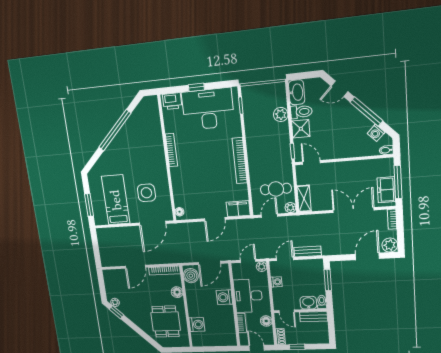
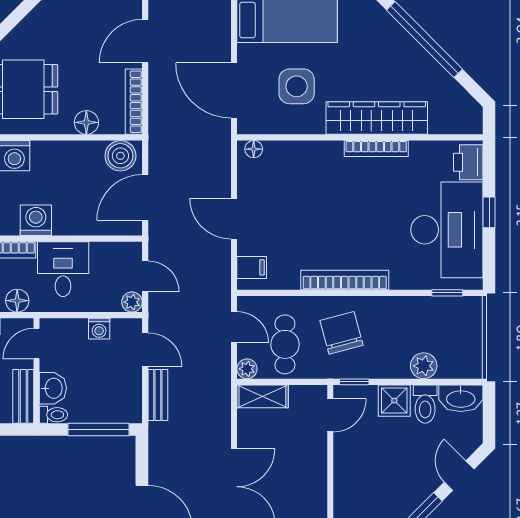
wardrobe: (156, 151) -> (377, 118), added
chair: (267, 160) -> (342, 333), added
filing cabinet: (238, 209) -> (252, 267), width x0.50
door: (209, 263) -> (145, 197), hinge flipped
door: (135, 267) -> (145, 41), hinge flipped
window: (328, 280) -> (99, 429), width x1.44
desk: (248, 296) -> (63, 269), width x0.73
washing machine: (224, 297) -> (36, 220), moved

